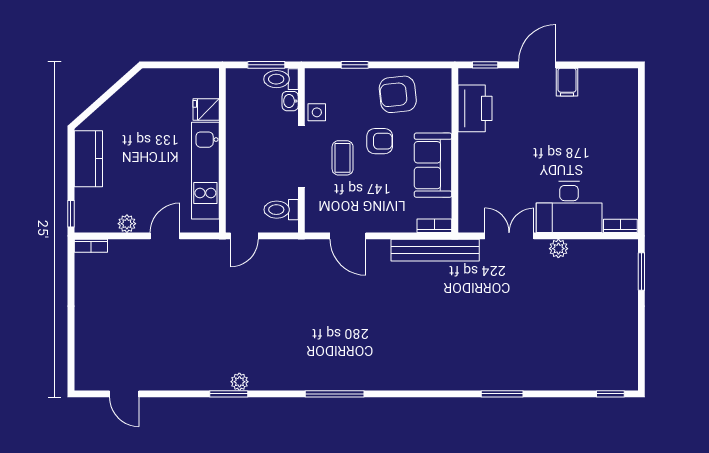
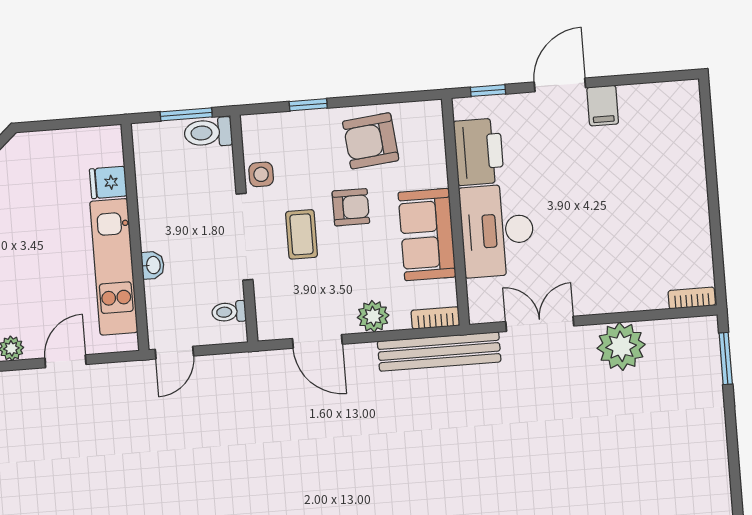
washbasin: (290, 101) -> (153, 265), moved, turned 180
desk: (569, 207) -> (497, 231), moved, turned 90
toilet: (281, 210) -> (229, 312), width x0.73, depth x0.72
plant: (389, 221) -> (373, 316), added
plant: (558, 249) -> (621, 346), width x1.87, depth x1.87

